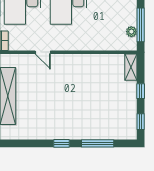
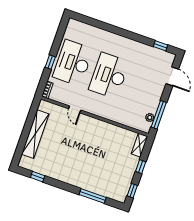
window: (61, 143) -> (38, 177), moved

